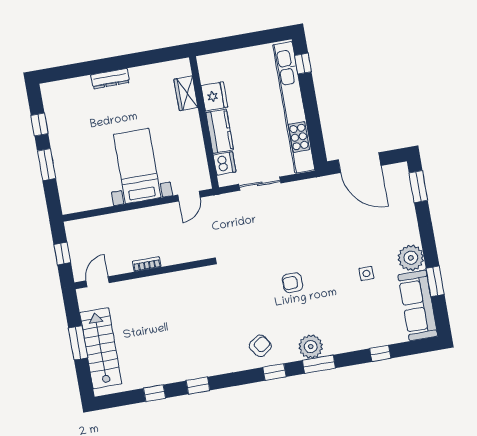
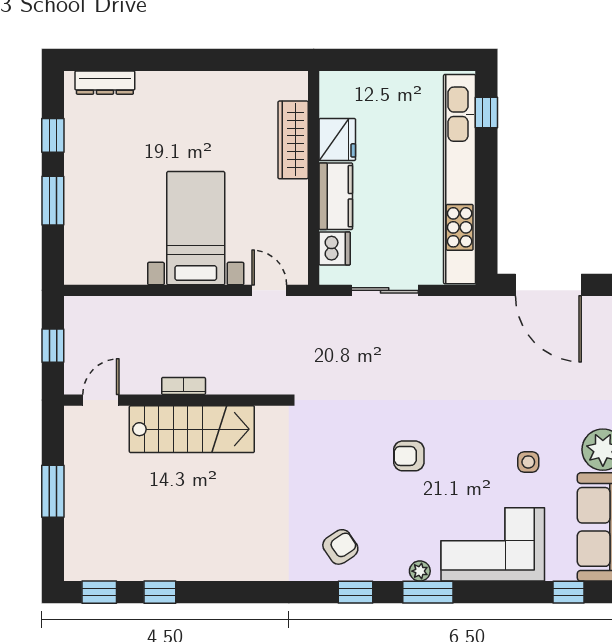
dresser: (110, 79) -> (105, 83), moved
wardrobe: (186, 93) -> (293, 140), width x1.50
door: (189, 196) -> (269, 290), swing flipped
corner sofa: (354, 328) -> (493, 544), added
plant: (311, 347) -> (420, 571), width x0.53, depth x0.53
stairs: (101, 348) -> (192, 429), moved, turned 90
window: (380, 353) -> (569, 592), moved
window: (198, 386) -> (99, 592), moved

